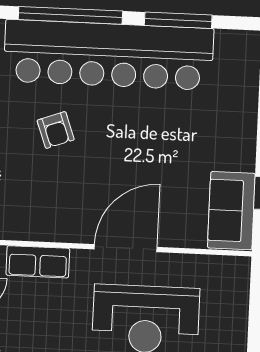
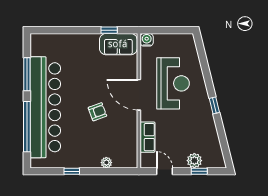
armchair: (56, 130) -> (97, 112), moved
water cooler: (238, 269) -> (147, 40), added

